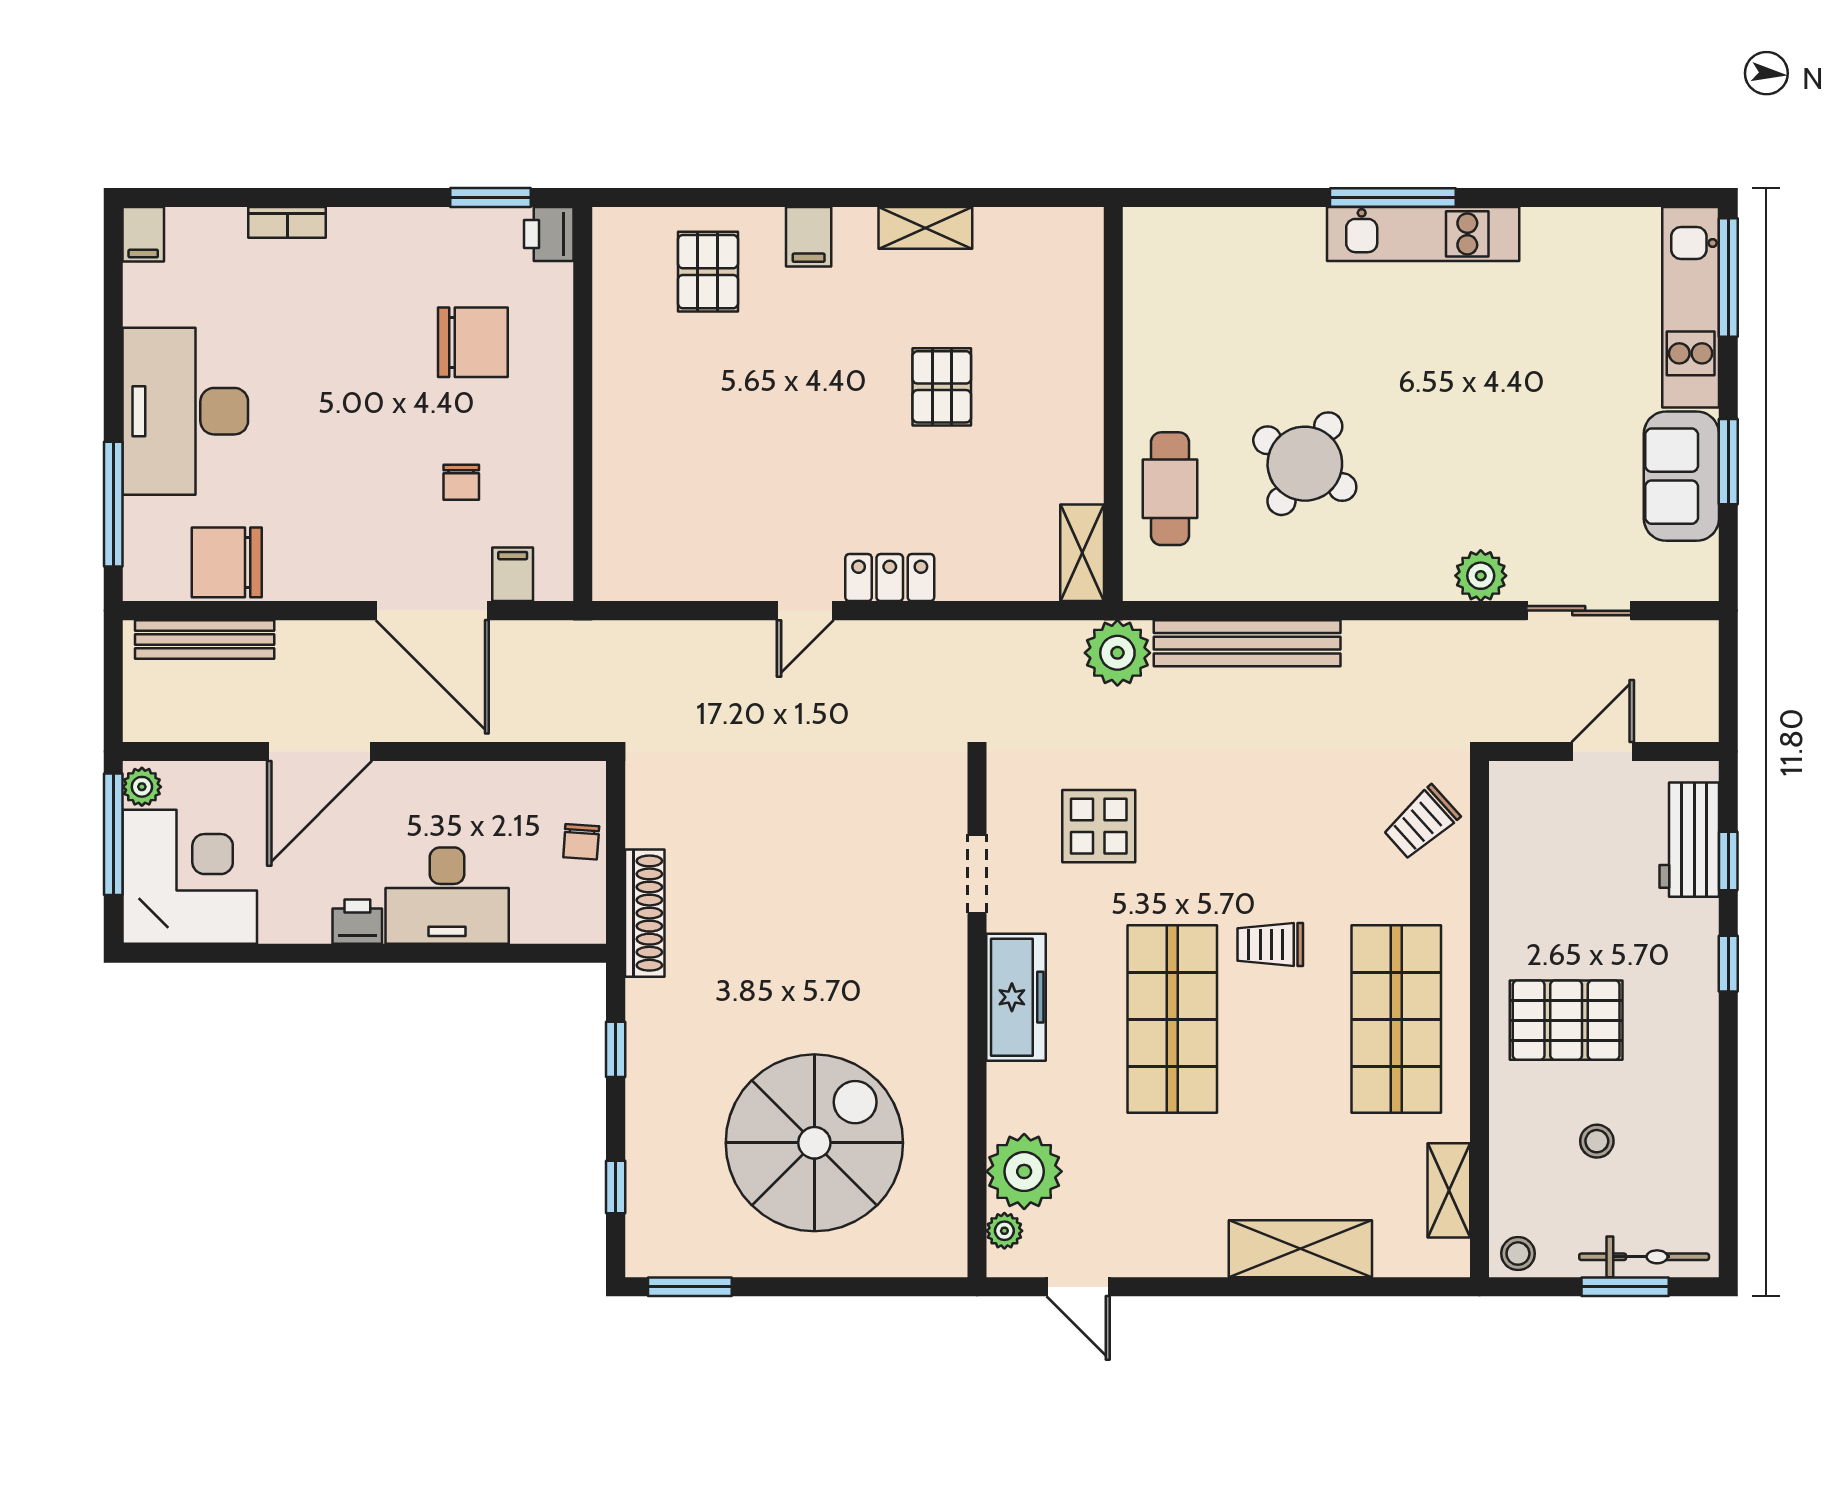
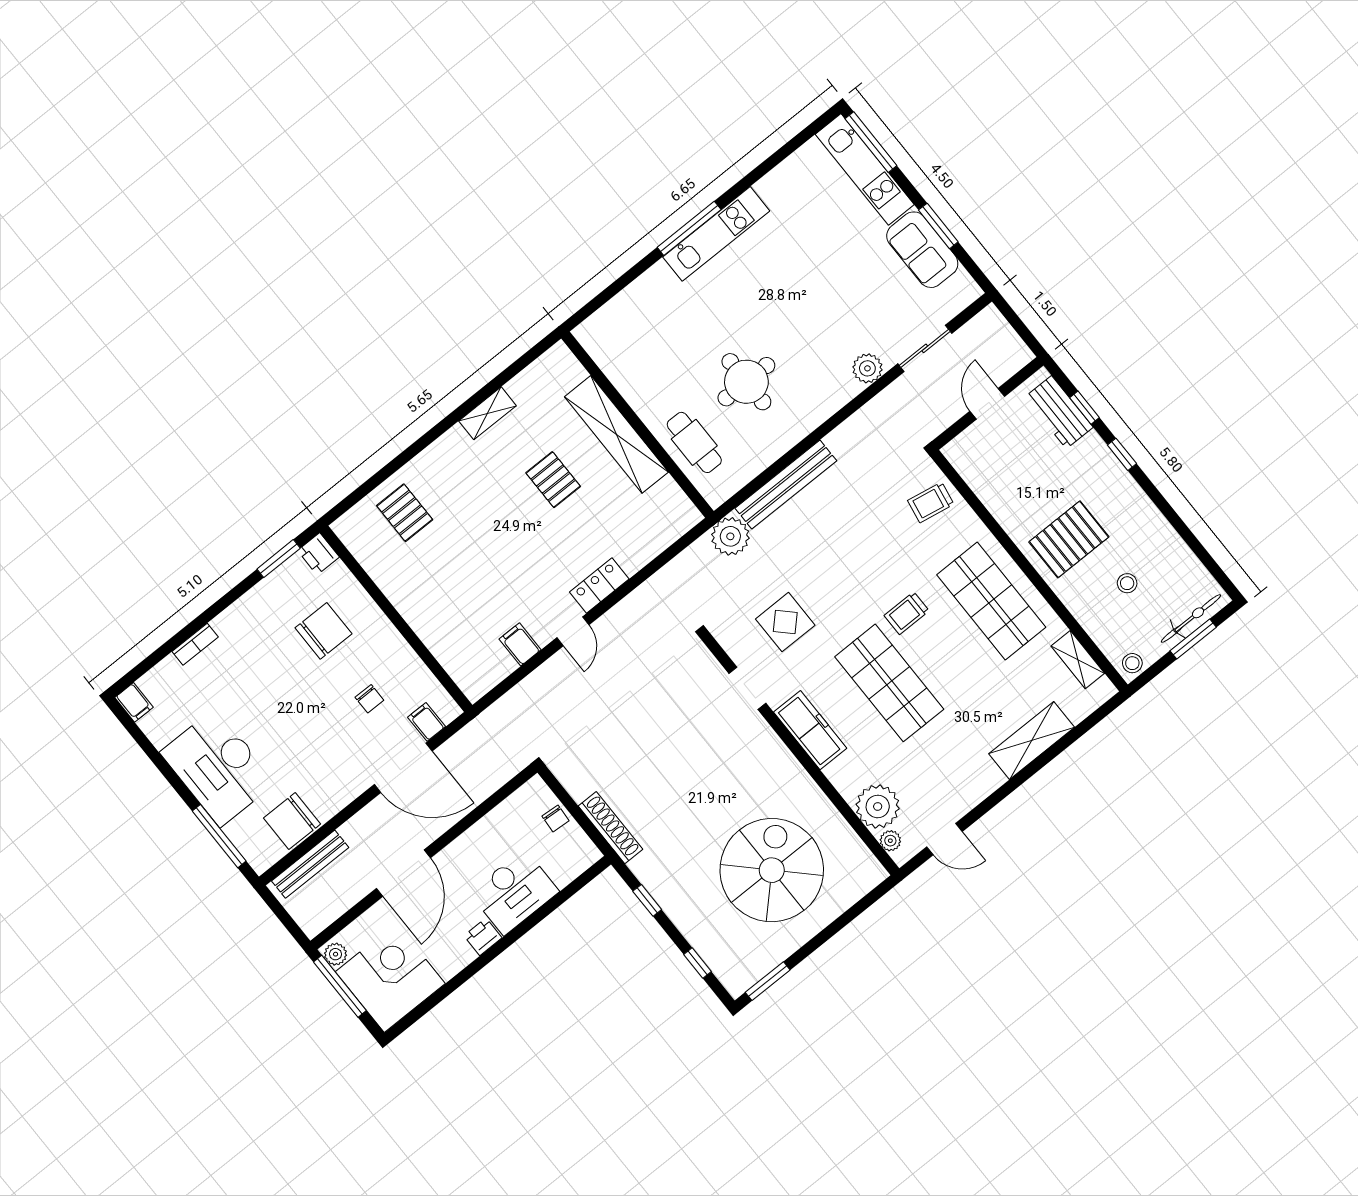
filing cabinet: (809, 237) -> (520, 644), moved, turned 180
round table: (1305, 464) -> (746, 382), turned -32
shelving: (1082, 553) -> (616, 434), moved, width x2.20, depth x1.33
trolley: (1421, 823) -> (931, 502), turned 52

